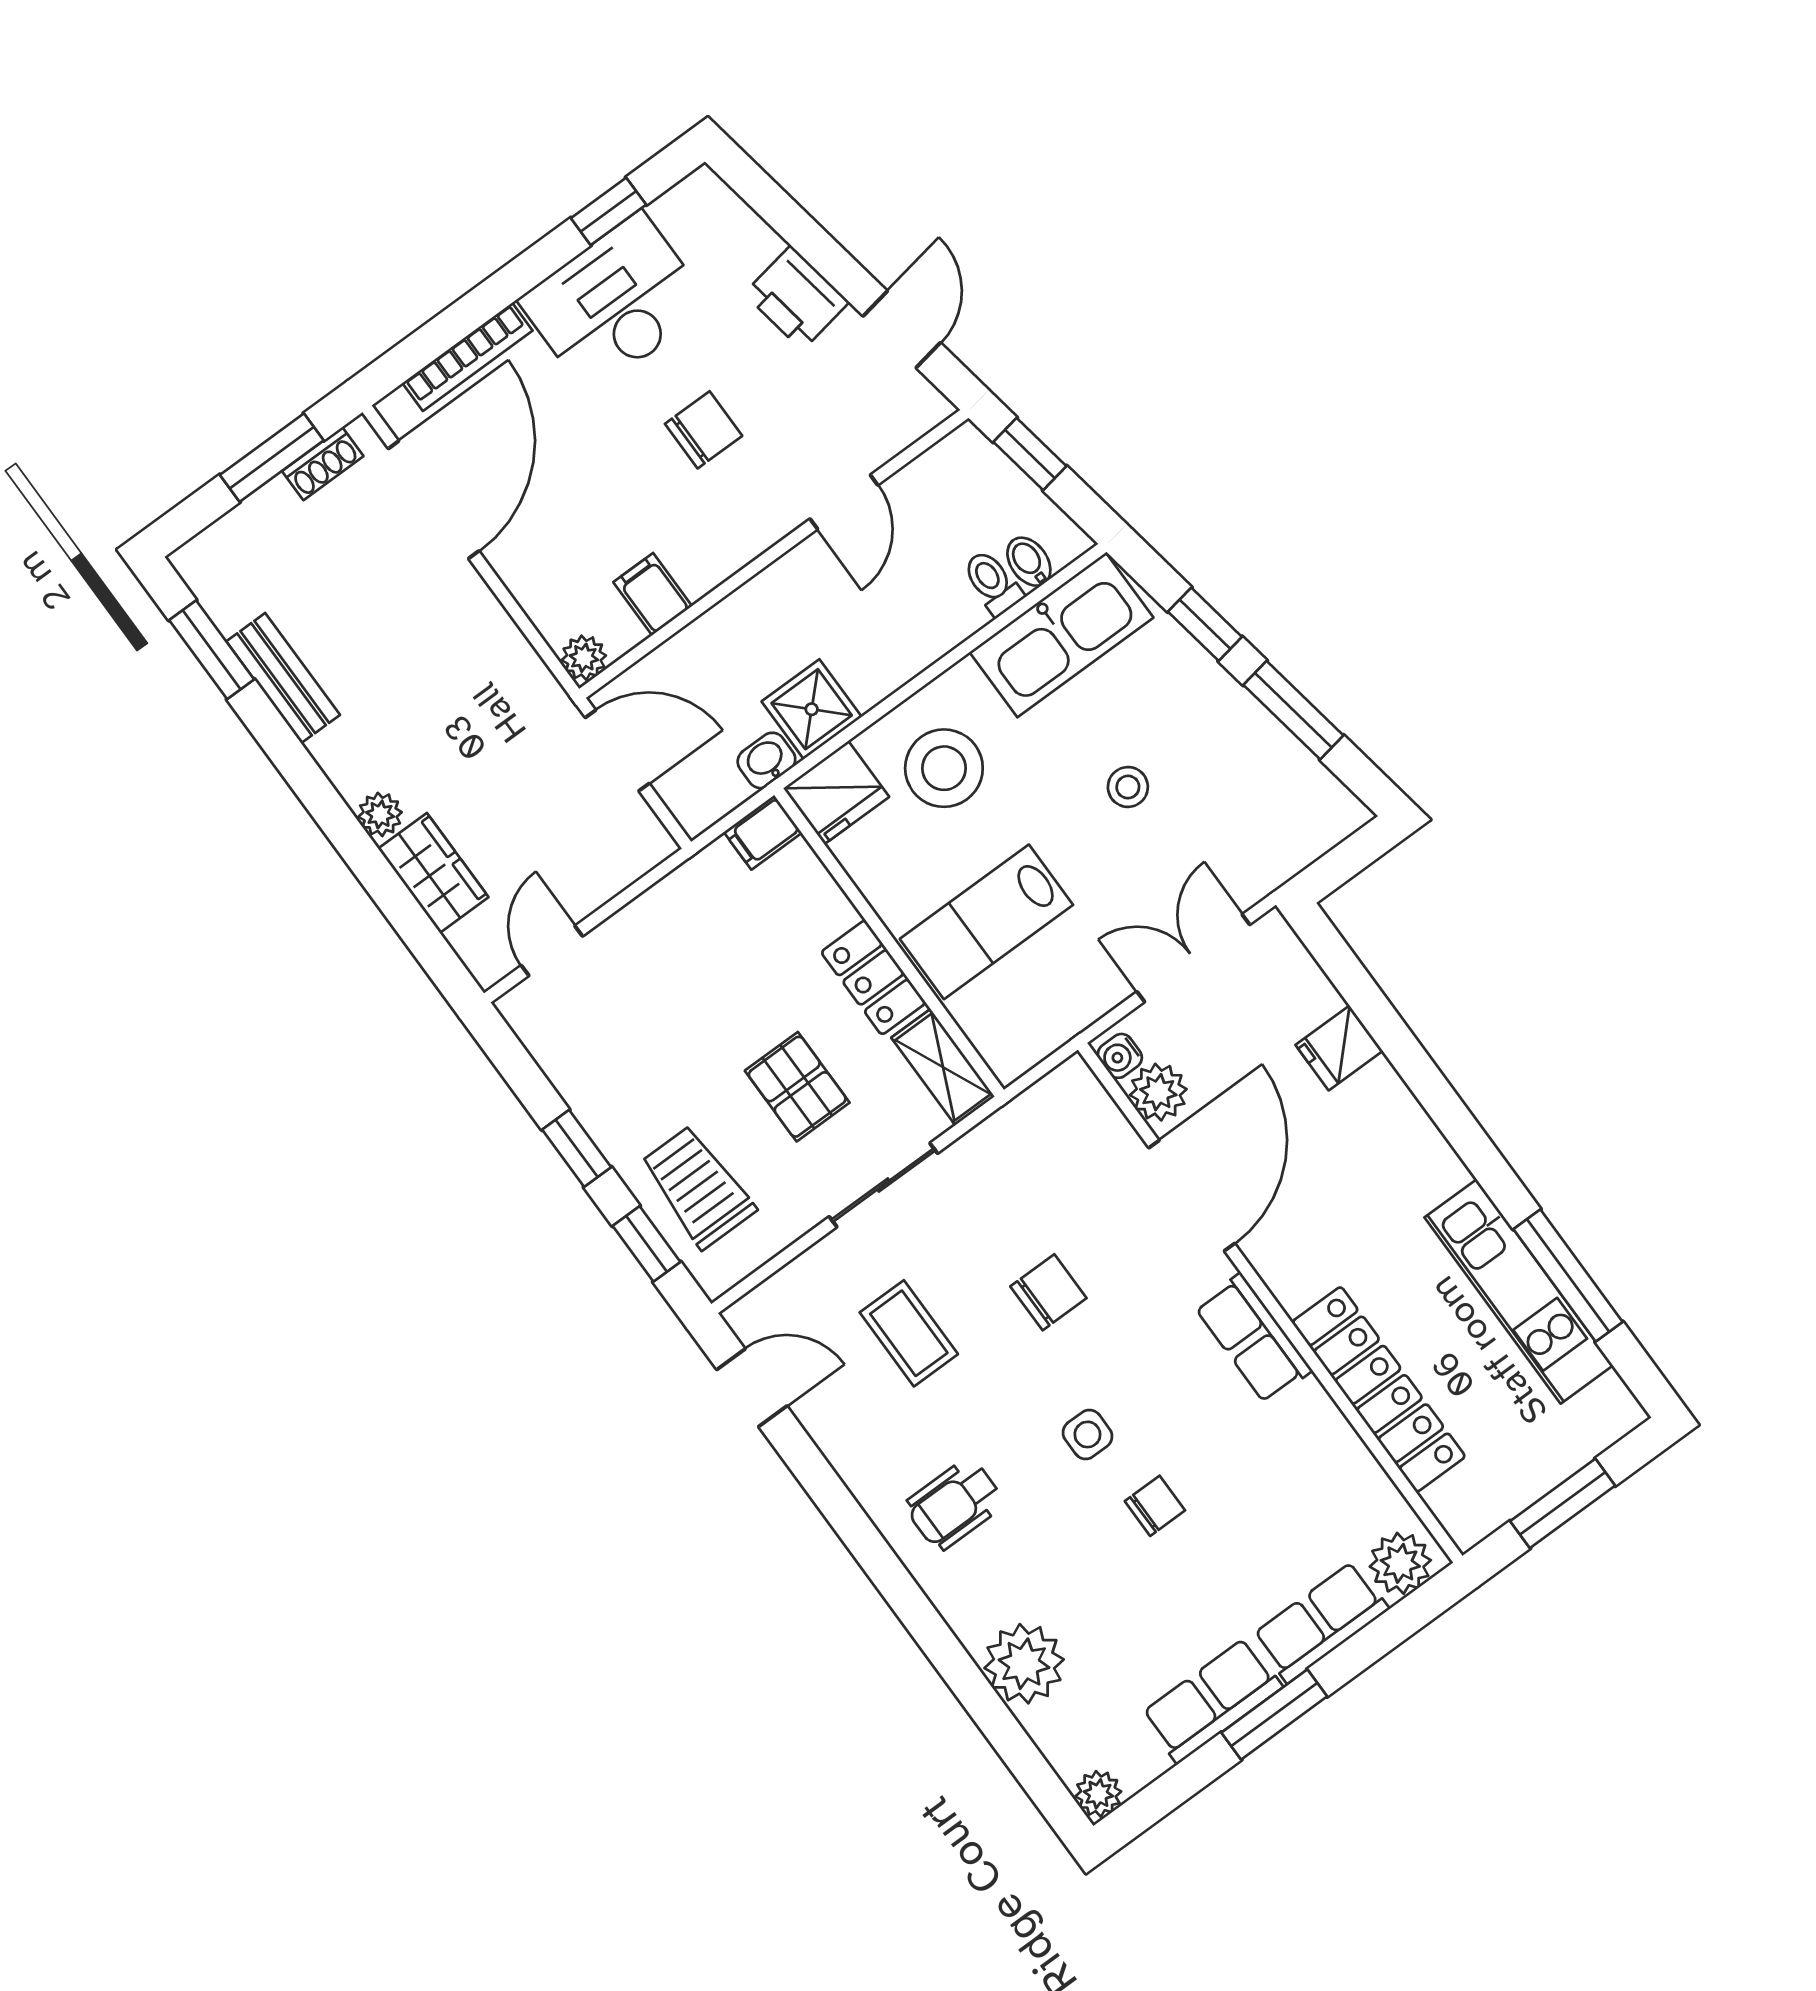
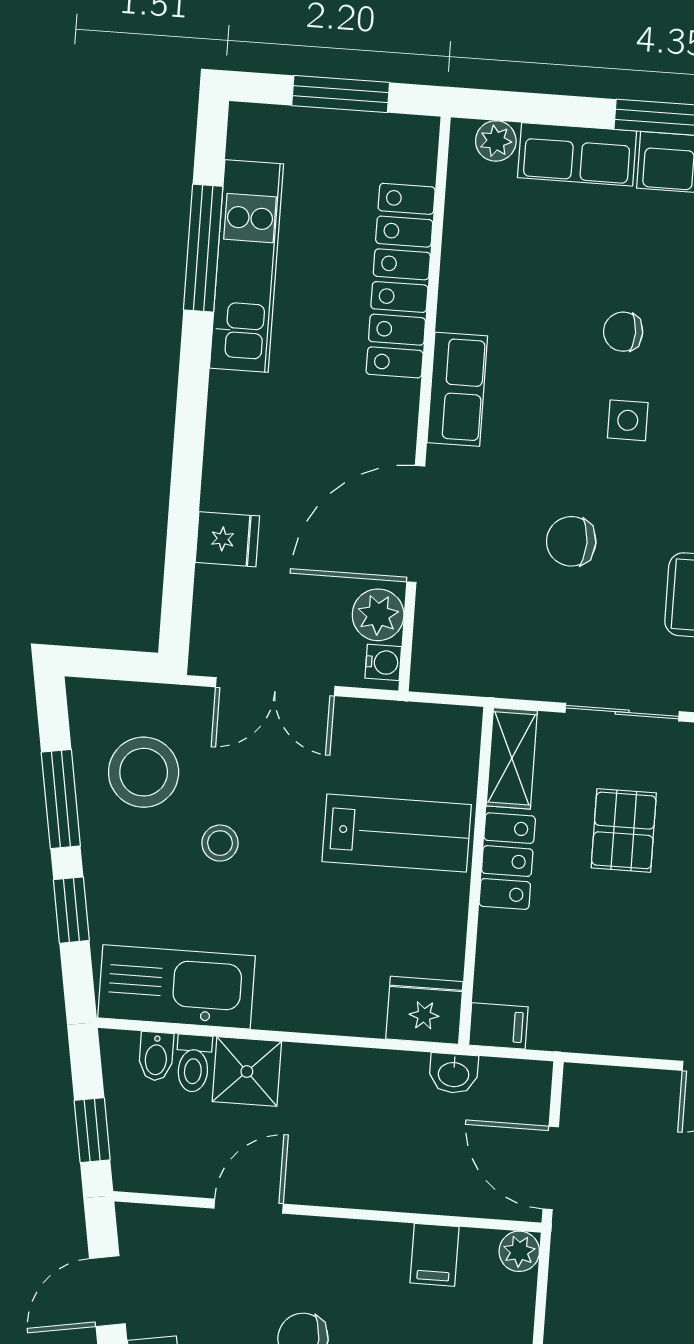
shower: (812, 709) -> (247, 1072), moved
stool: (944, 768) -> (144, 772), moved
plant: (1400, 1563) -> (496, 141), width x0.73, depth x0.73

